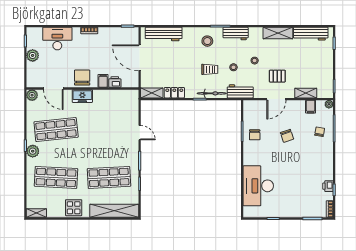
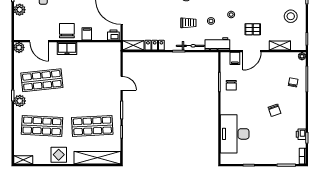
stool: (317, 62) -> (291, 16), added
printer: (115, 82) -> (113, 35), moved
filing cabinet: (311, 107) -> (235, 58), moved
chair: (287, 136) -> (275, 110), moved

